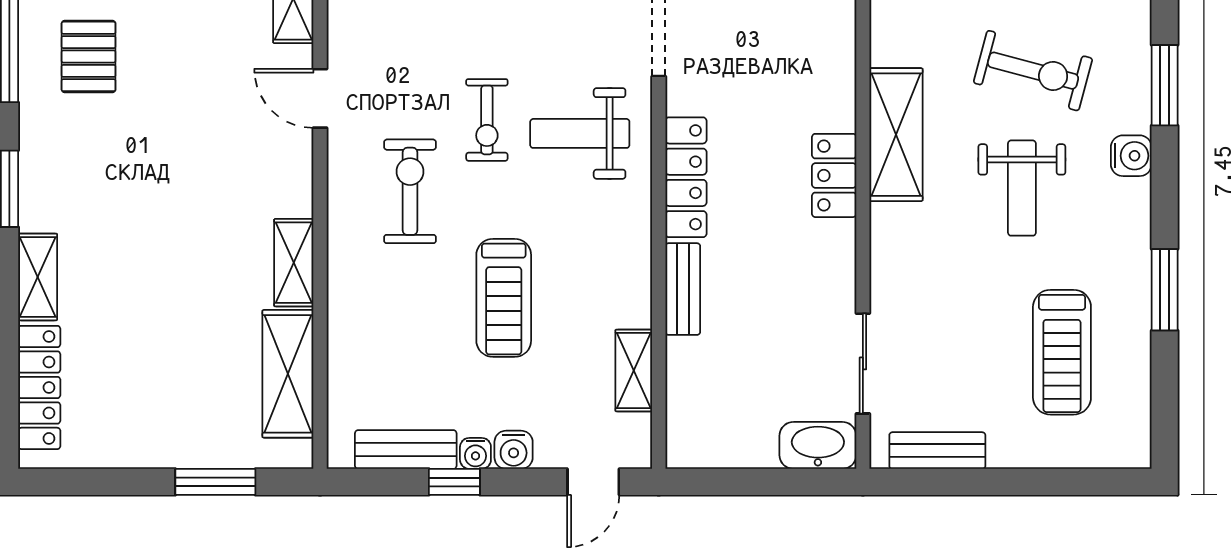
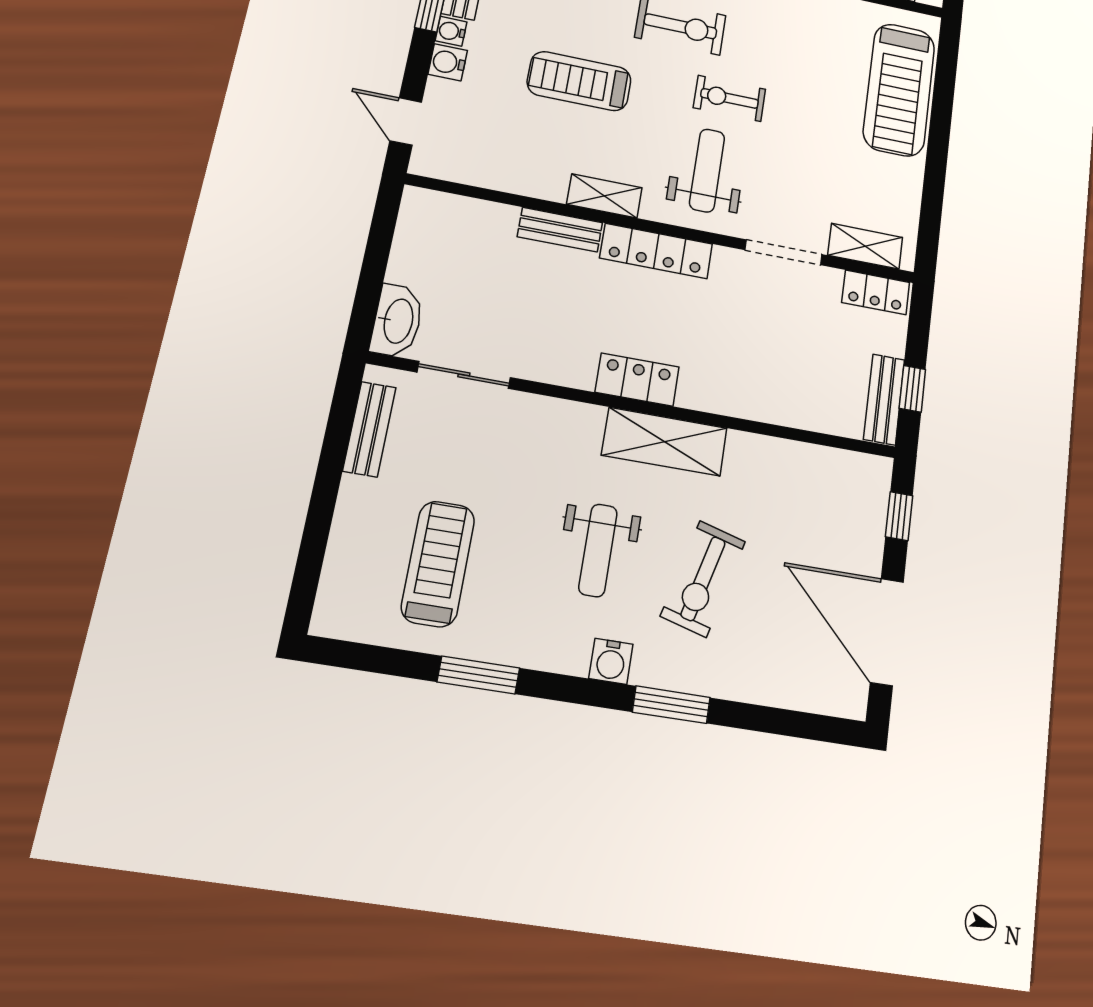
weight bench: (1022, 188) -> (598, 550), turned -90
treadmill: (1062, 352) -> (438, 564), turned 90
shelving: (634, 371) -> (604, 196), moved

